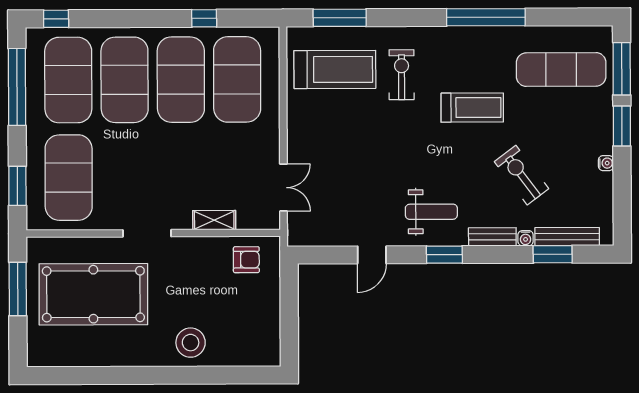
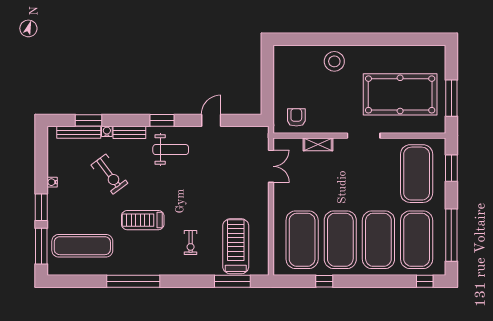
treadmill: (335, 69) -> (236, 246), turned 90
exercise bike: (402, 75) -> (191, 243), width x0.73, depth x0.72
double door: (283, 188) -> (271, 166), swing flipped
weight bench: (431, 212) -> (171, 150), turned 180
armchair: (246, 260) -> (296, 117), turned 90

